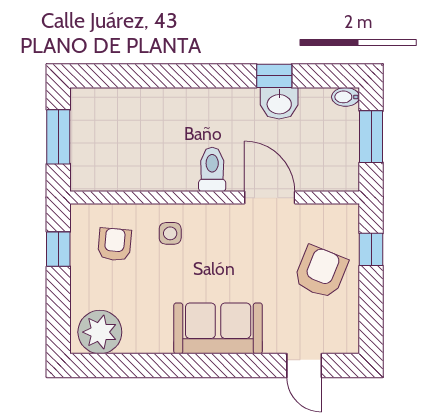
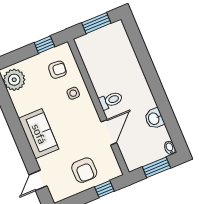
window: (274, 76) -> (166, 111), removed
armchair: (321, 272) -> (84, 170), turned 68

